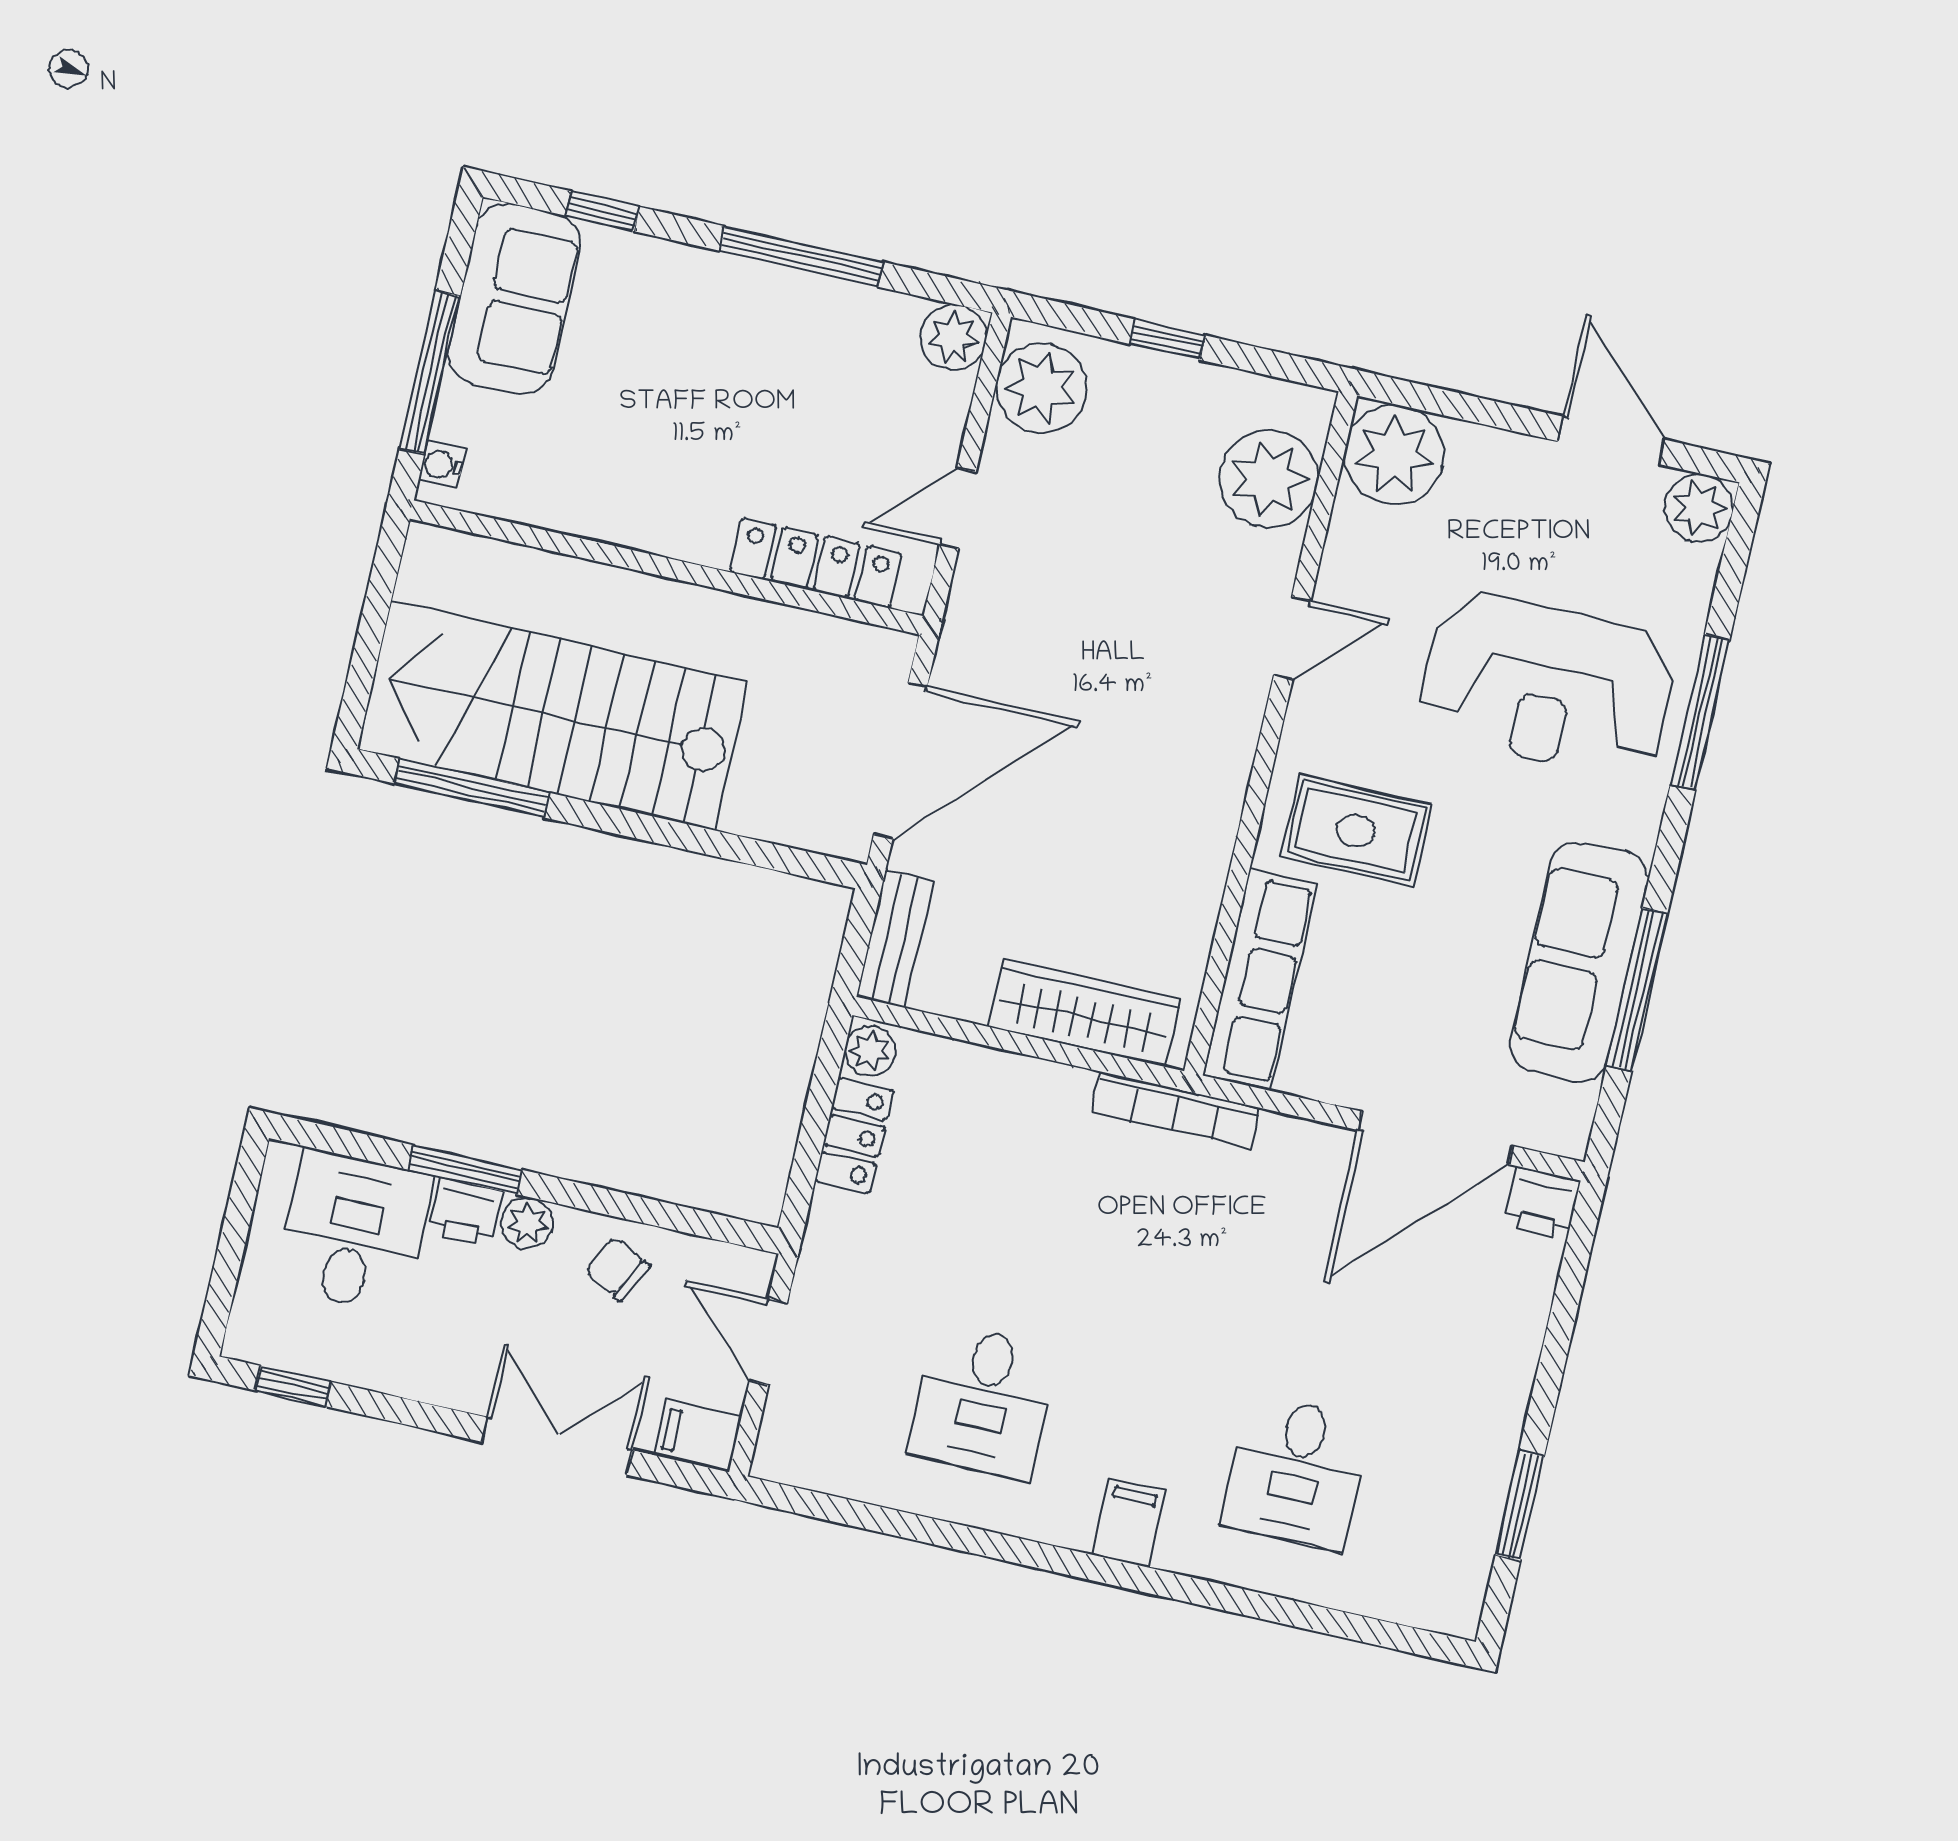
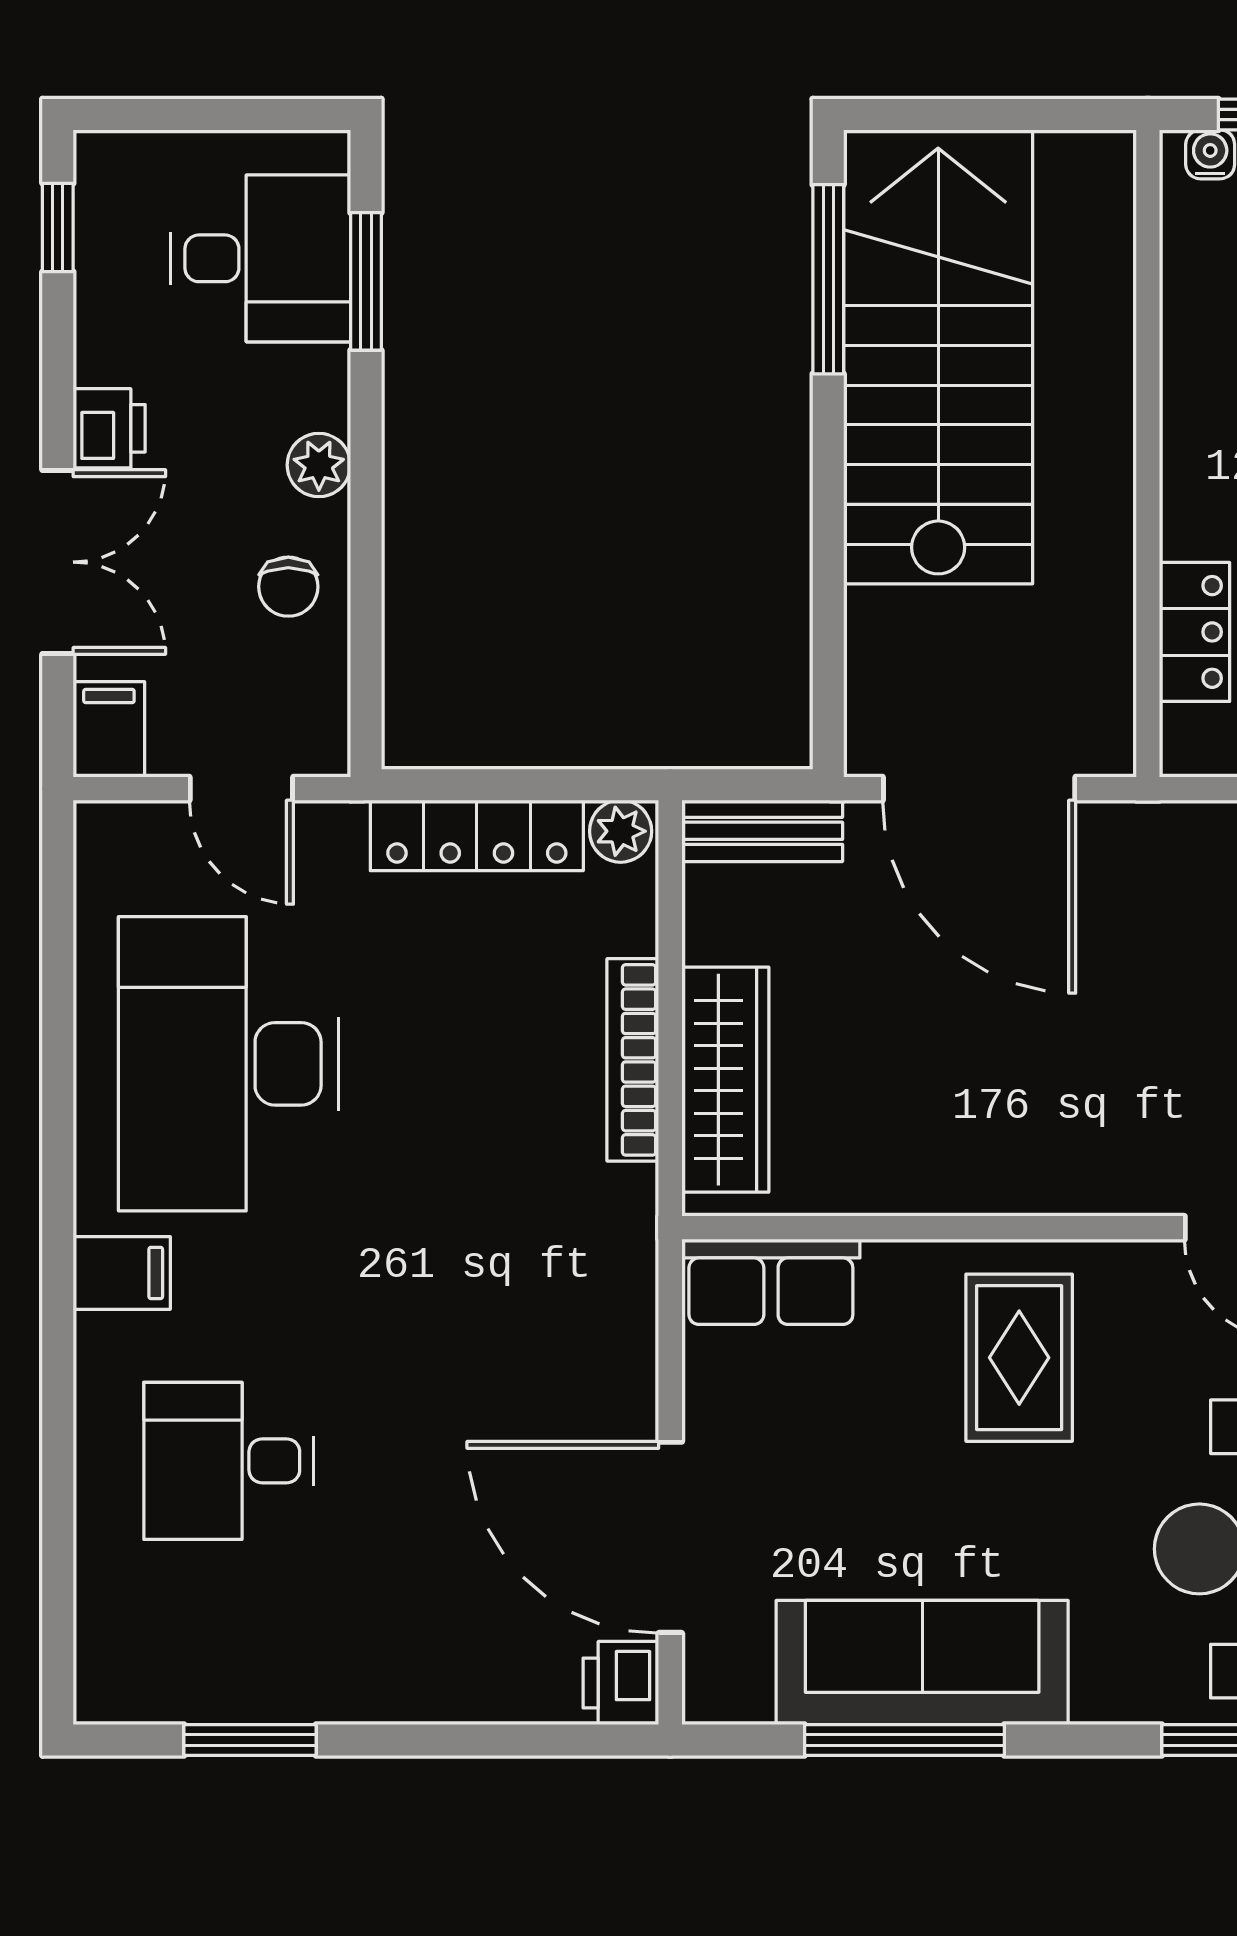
locker: (816, 563) -> (1195, 632), width x0.66
row of seats: (1260, 979) -> (771, 1282), width x0.68
bookcase: (1175, 1110) -> (633, 1060), moved
locker: (854, 1136) -> (477, 835), width x1.53
window: (465, 1170) -> (366, 281), moved
printer: (465, 1212) -> (109, 428), moved, turned 180
chair: (618, 1269) -> (288, 587), turned 152
door: (768, 1342) -> (241, 789), swing flipped
desk: (983, 1401) -> (229, 1064), width x1.87, depth x1.30

